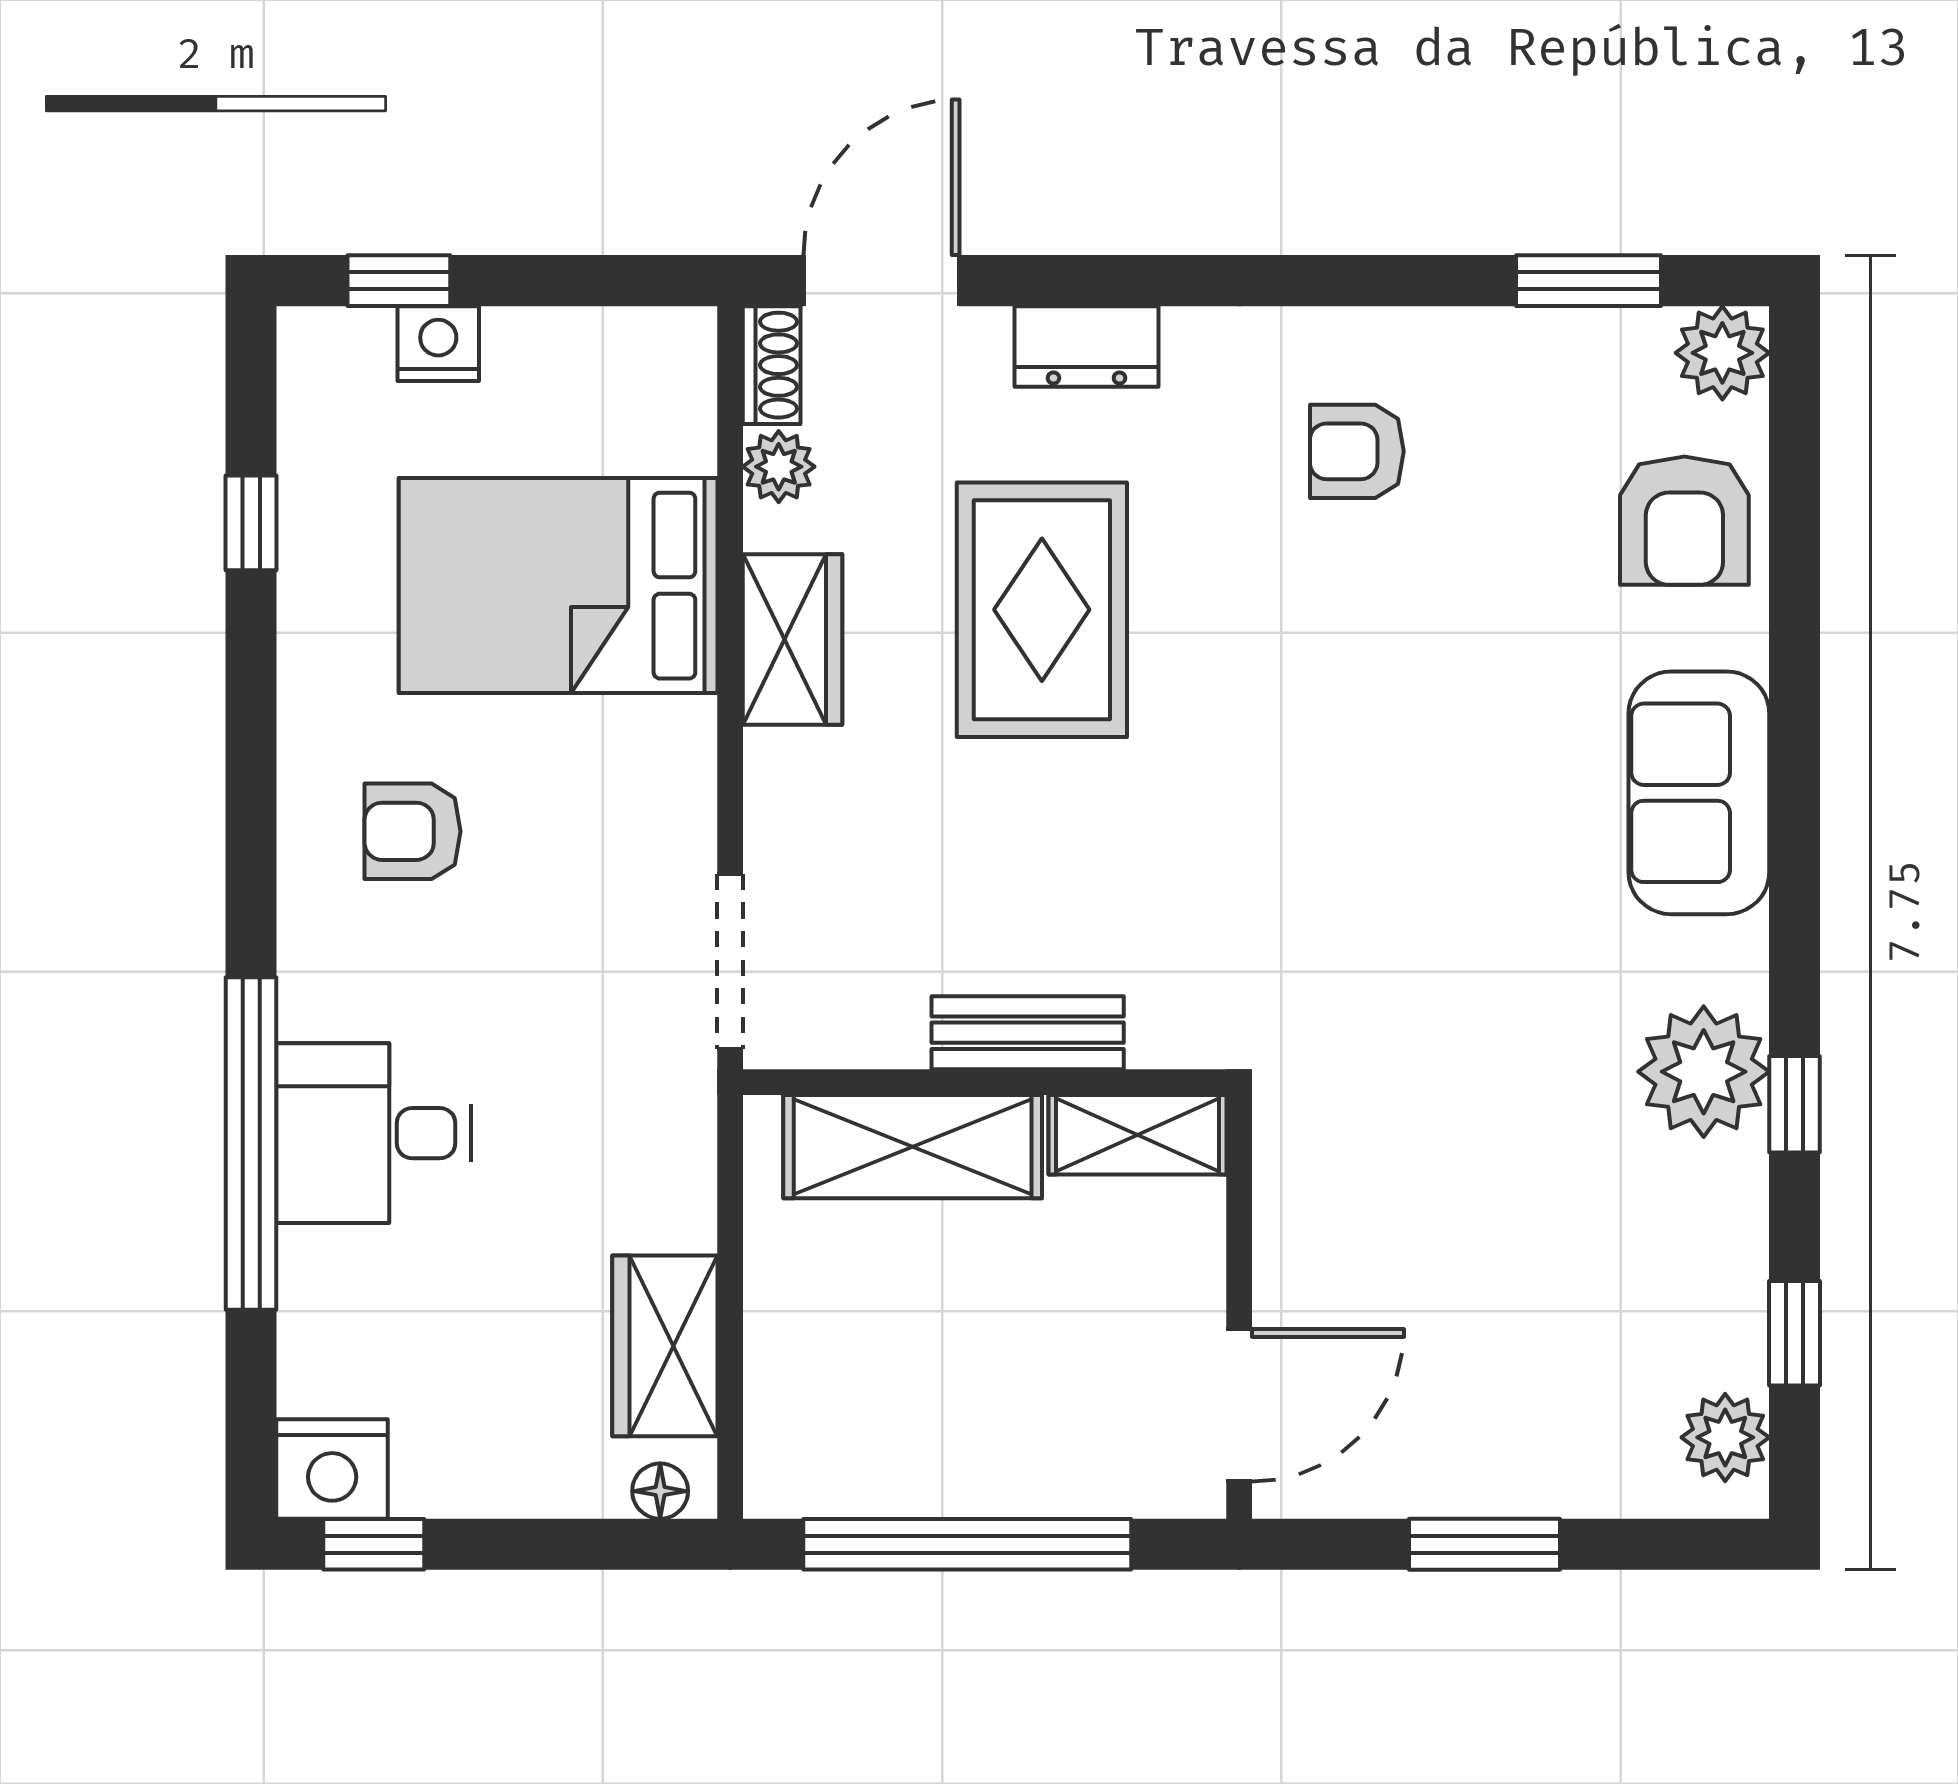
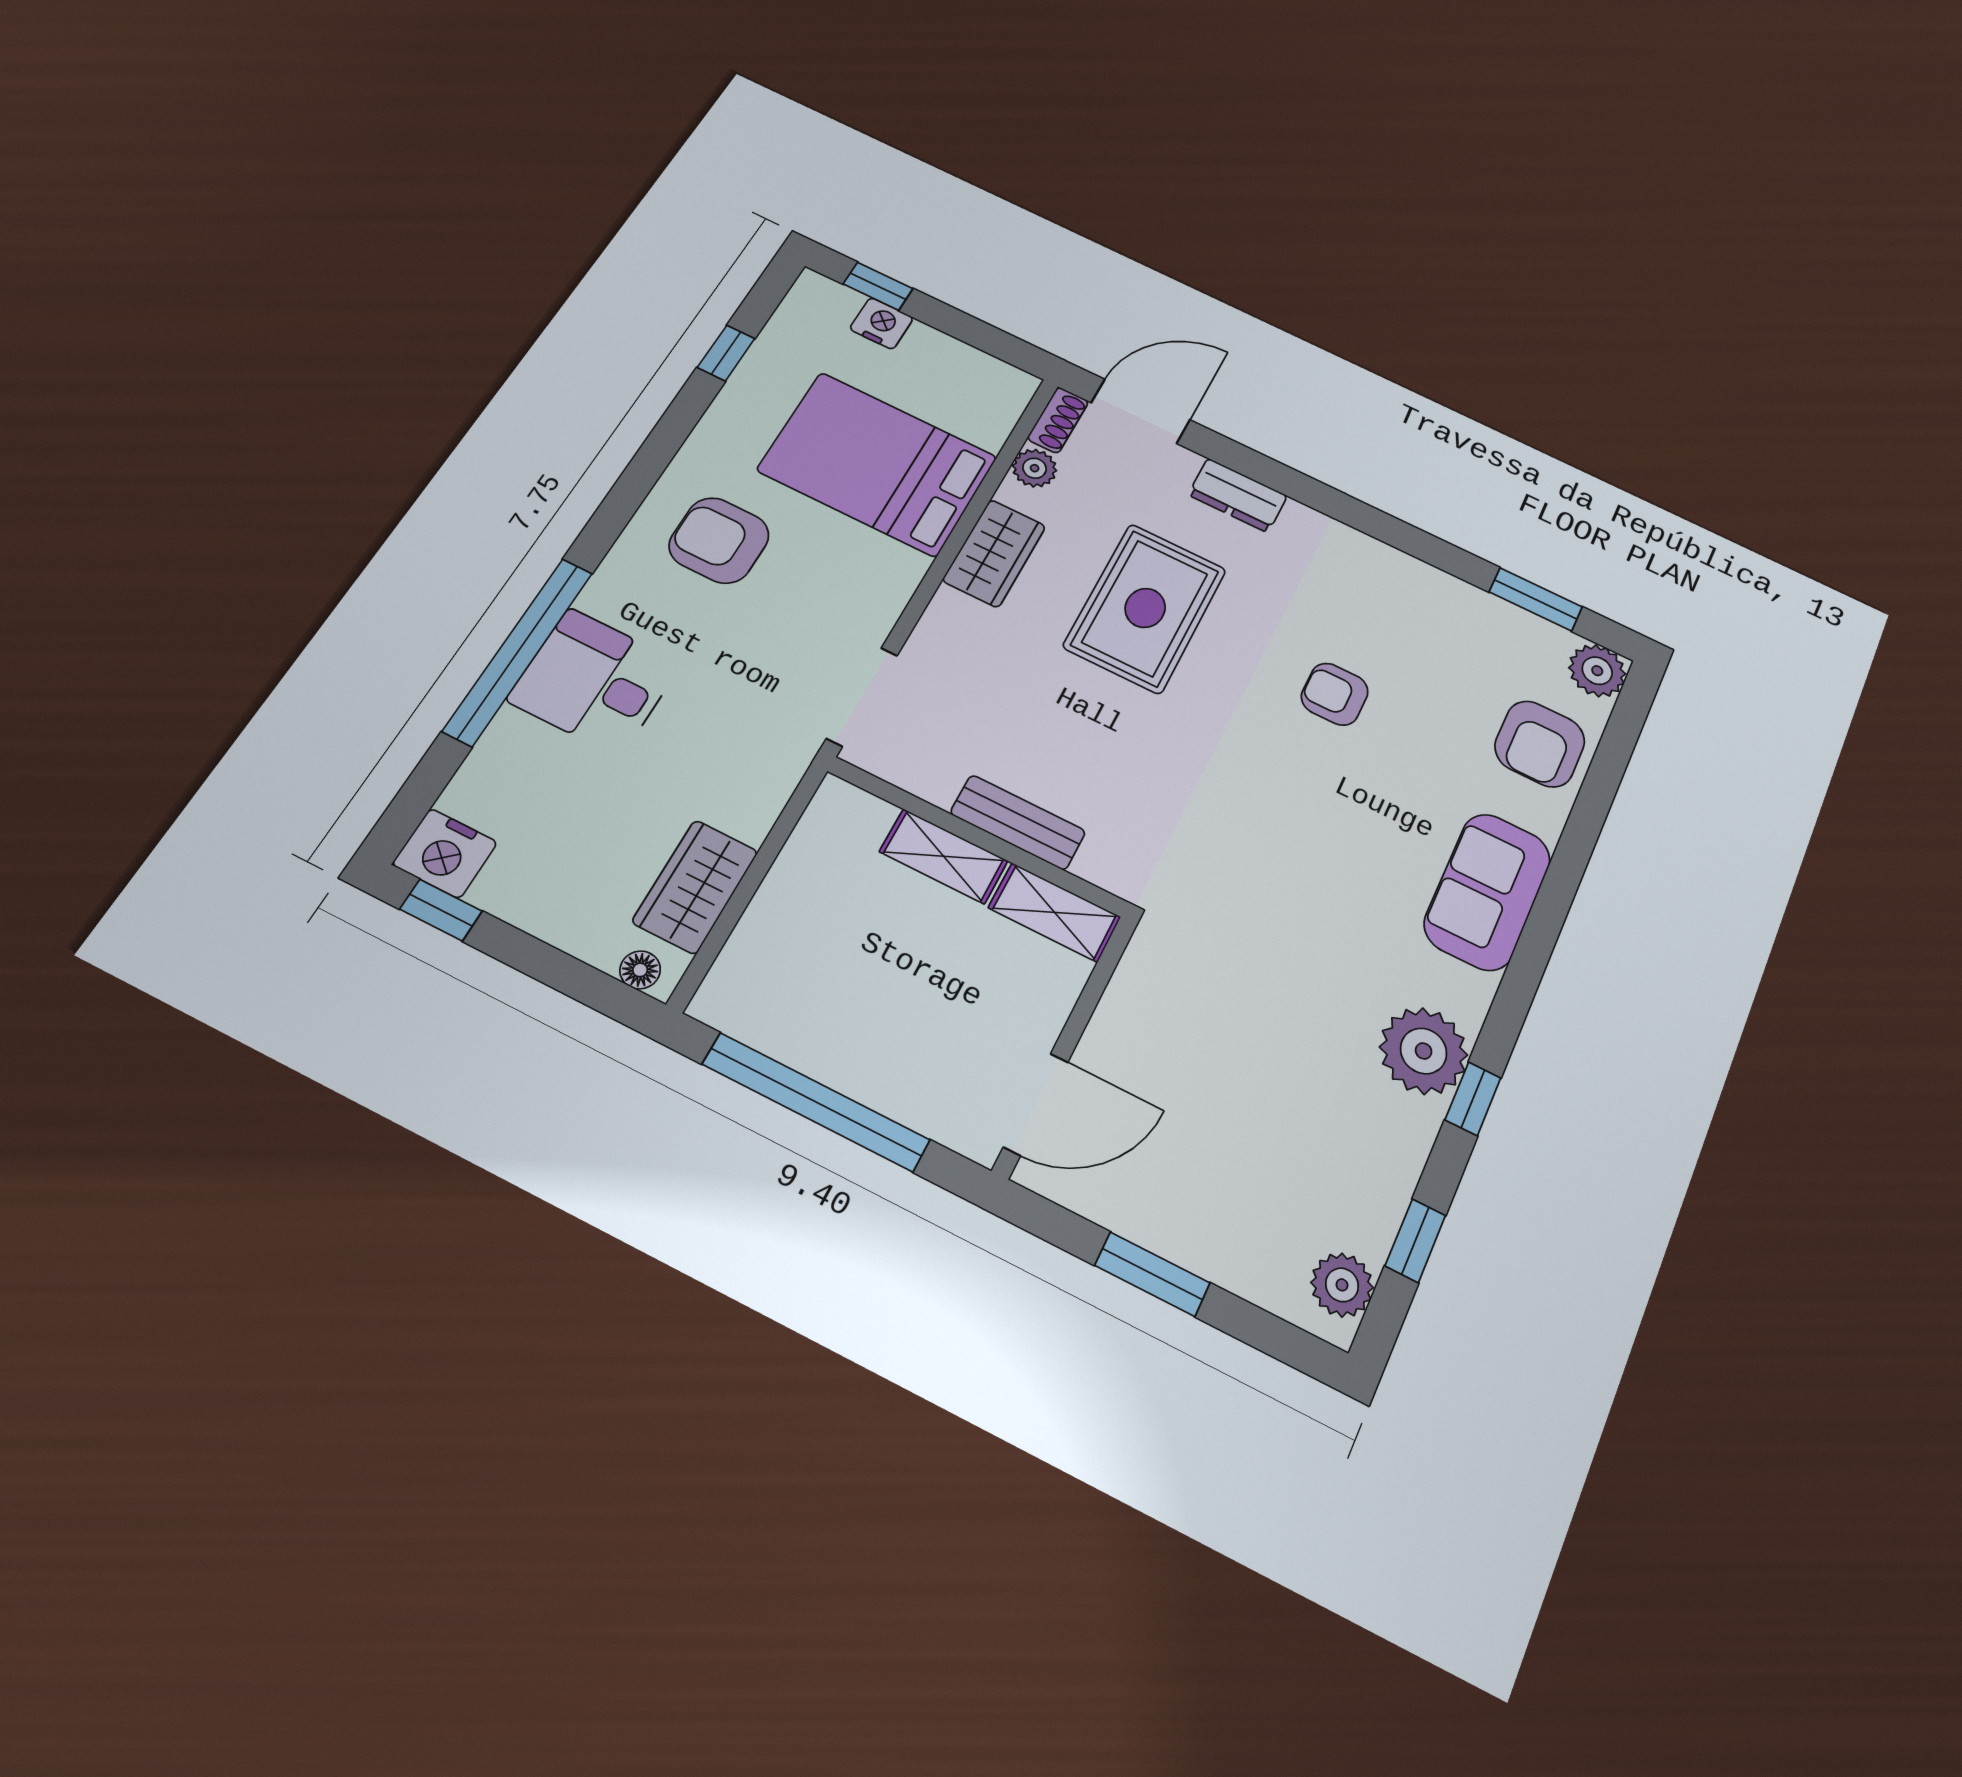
armchair: (1357, 451) -> (1335, 694), moved
armchair: (413, 831) -> (719, 540), width x1.38, depth x1.38
shelving: (913, 1147) -> (944, 856), width x0.67, depth x0.75

